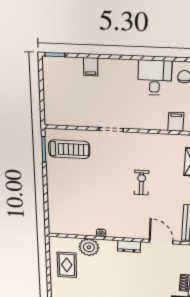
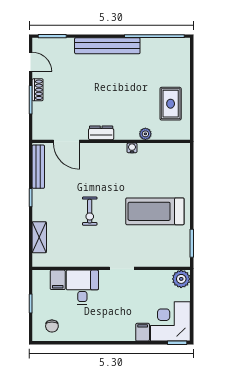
corner desk: (62, 76) -> (170, 321), added
desk: (155, 78) -> (82, 287), moved, turned 180
plant: (53, 117) -> (181, 279), added
treadmill: (69, 149) -> (155, 211), moved, width x1.37, depth x1.38
plant: (89, 247) -> (145, 134), width x0.53, depth x0.53

